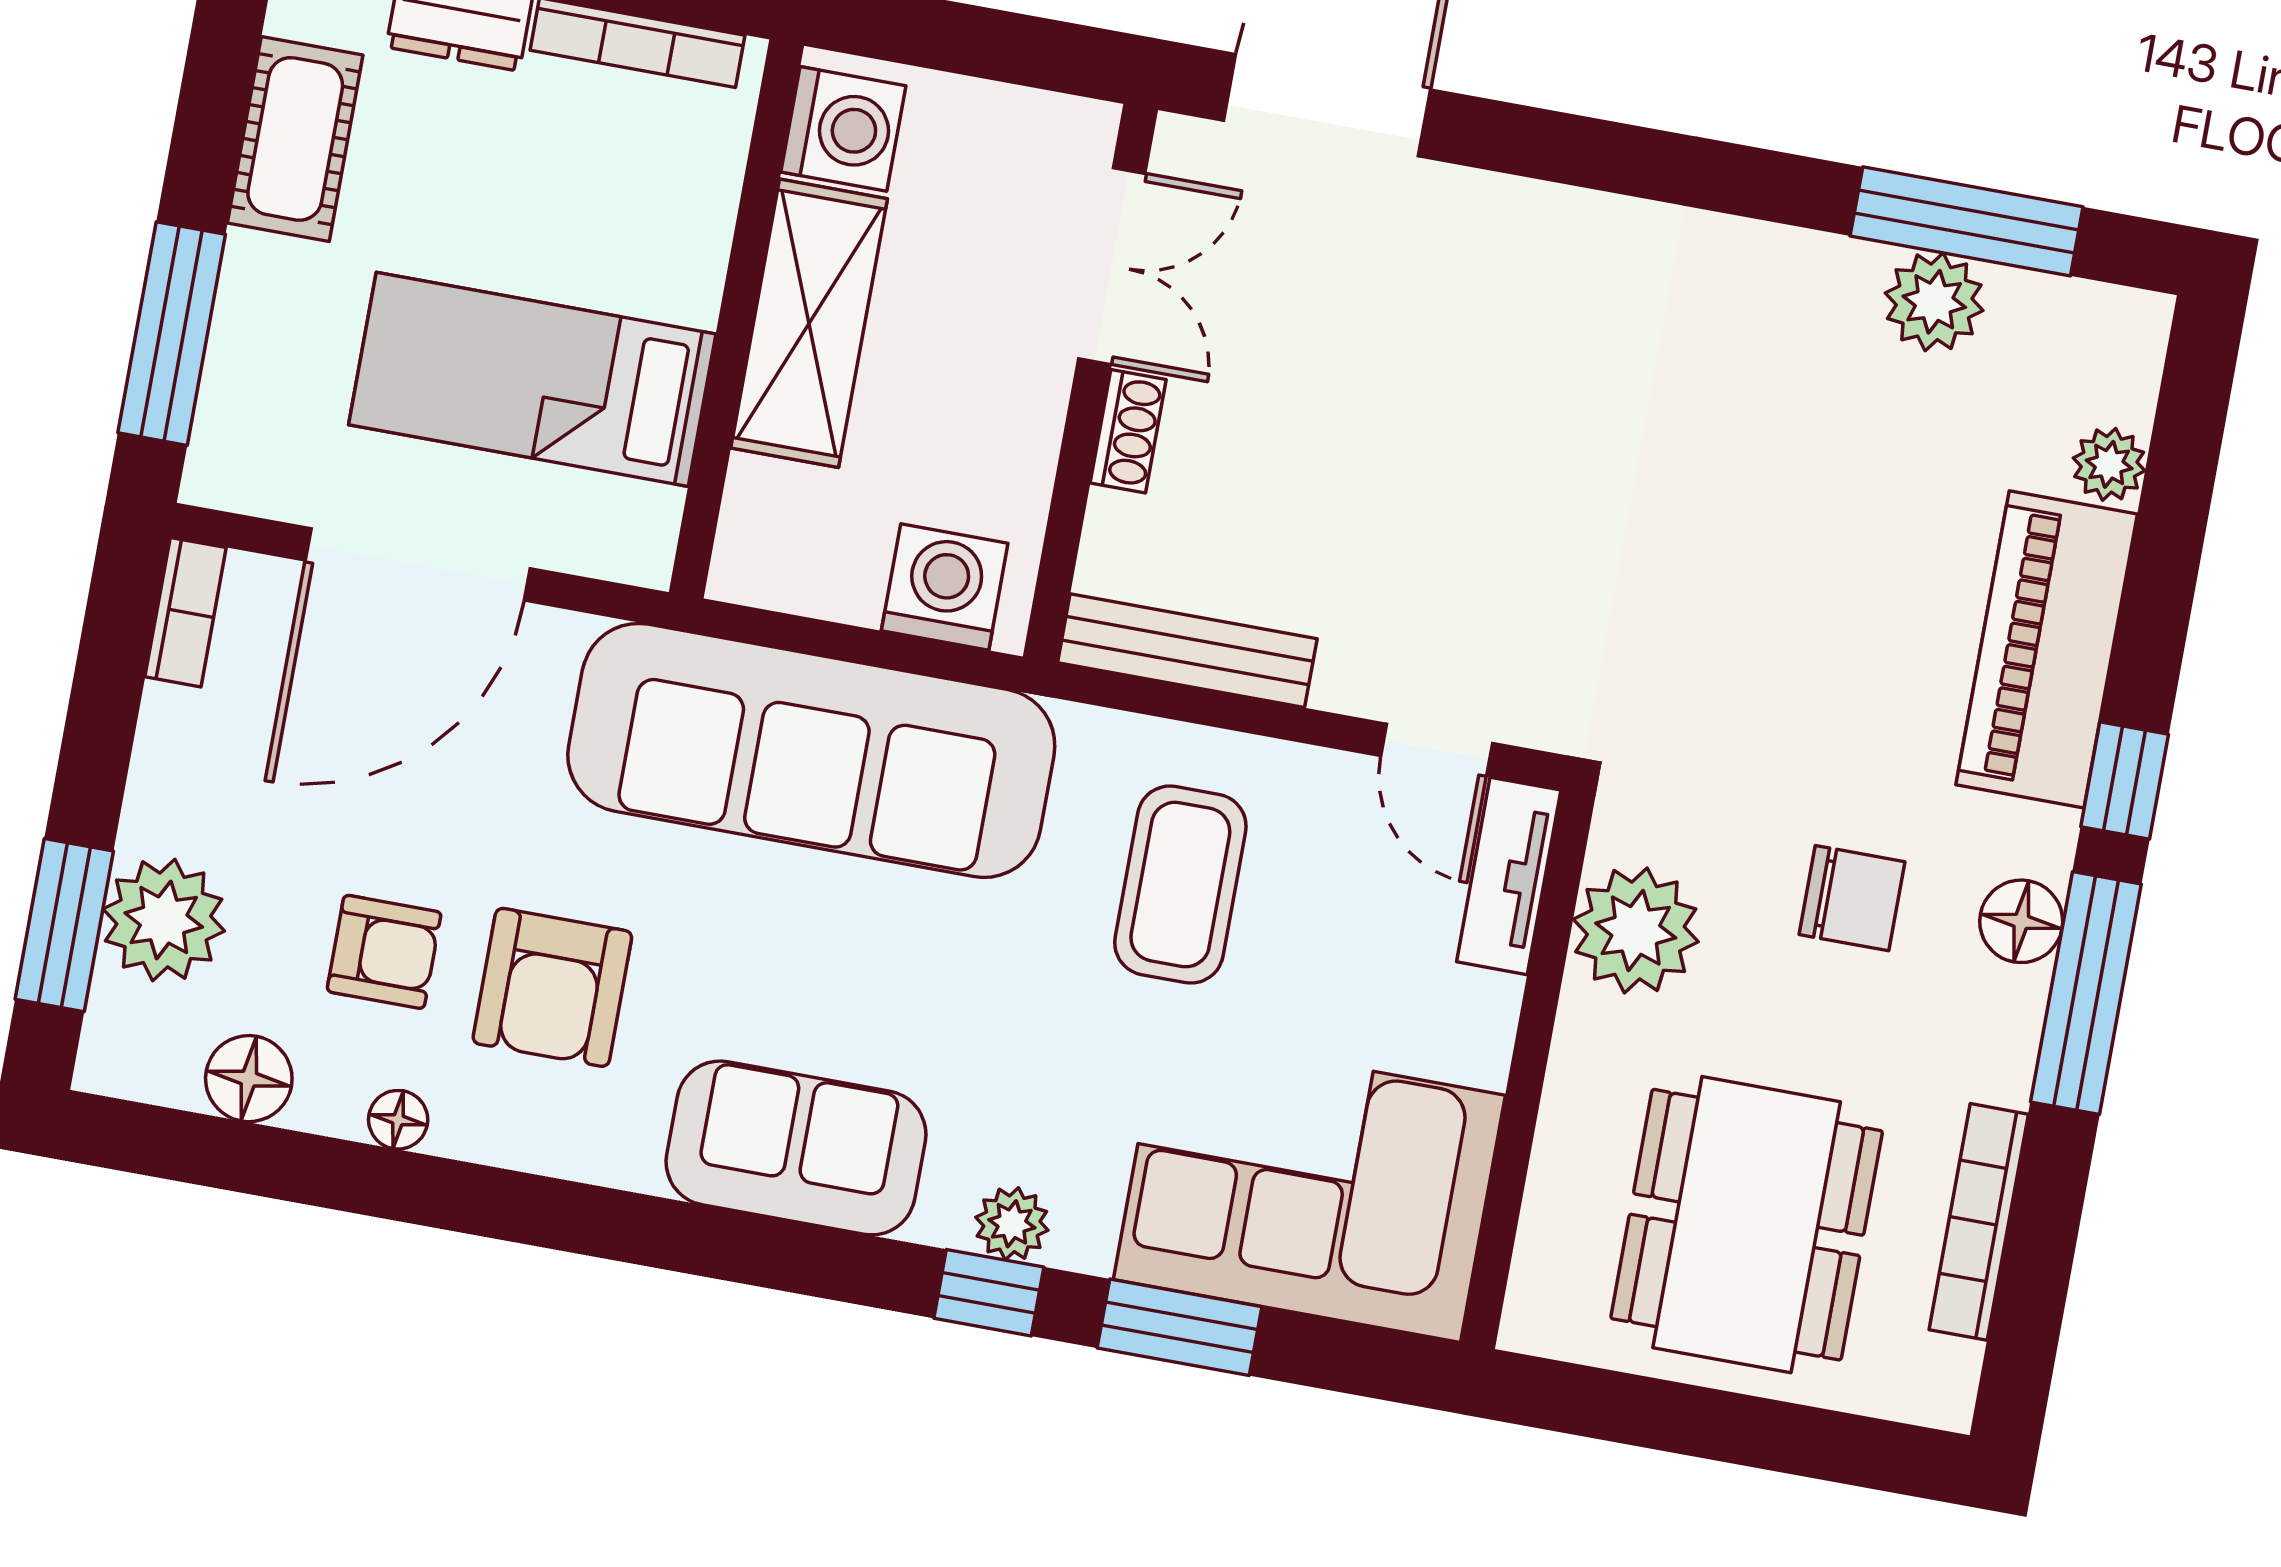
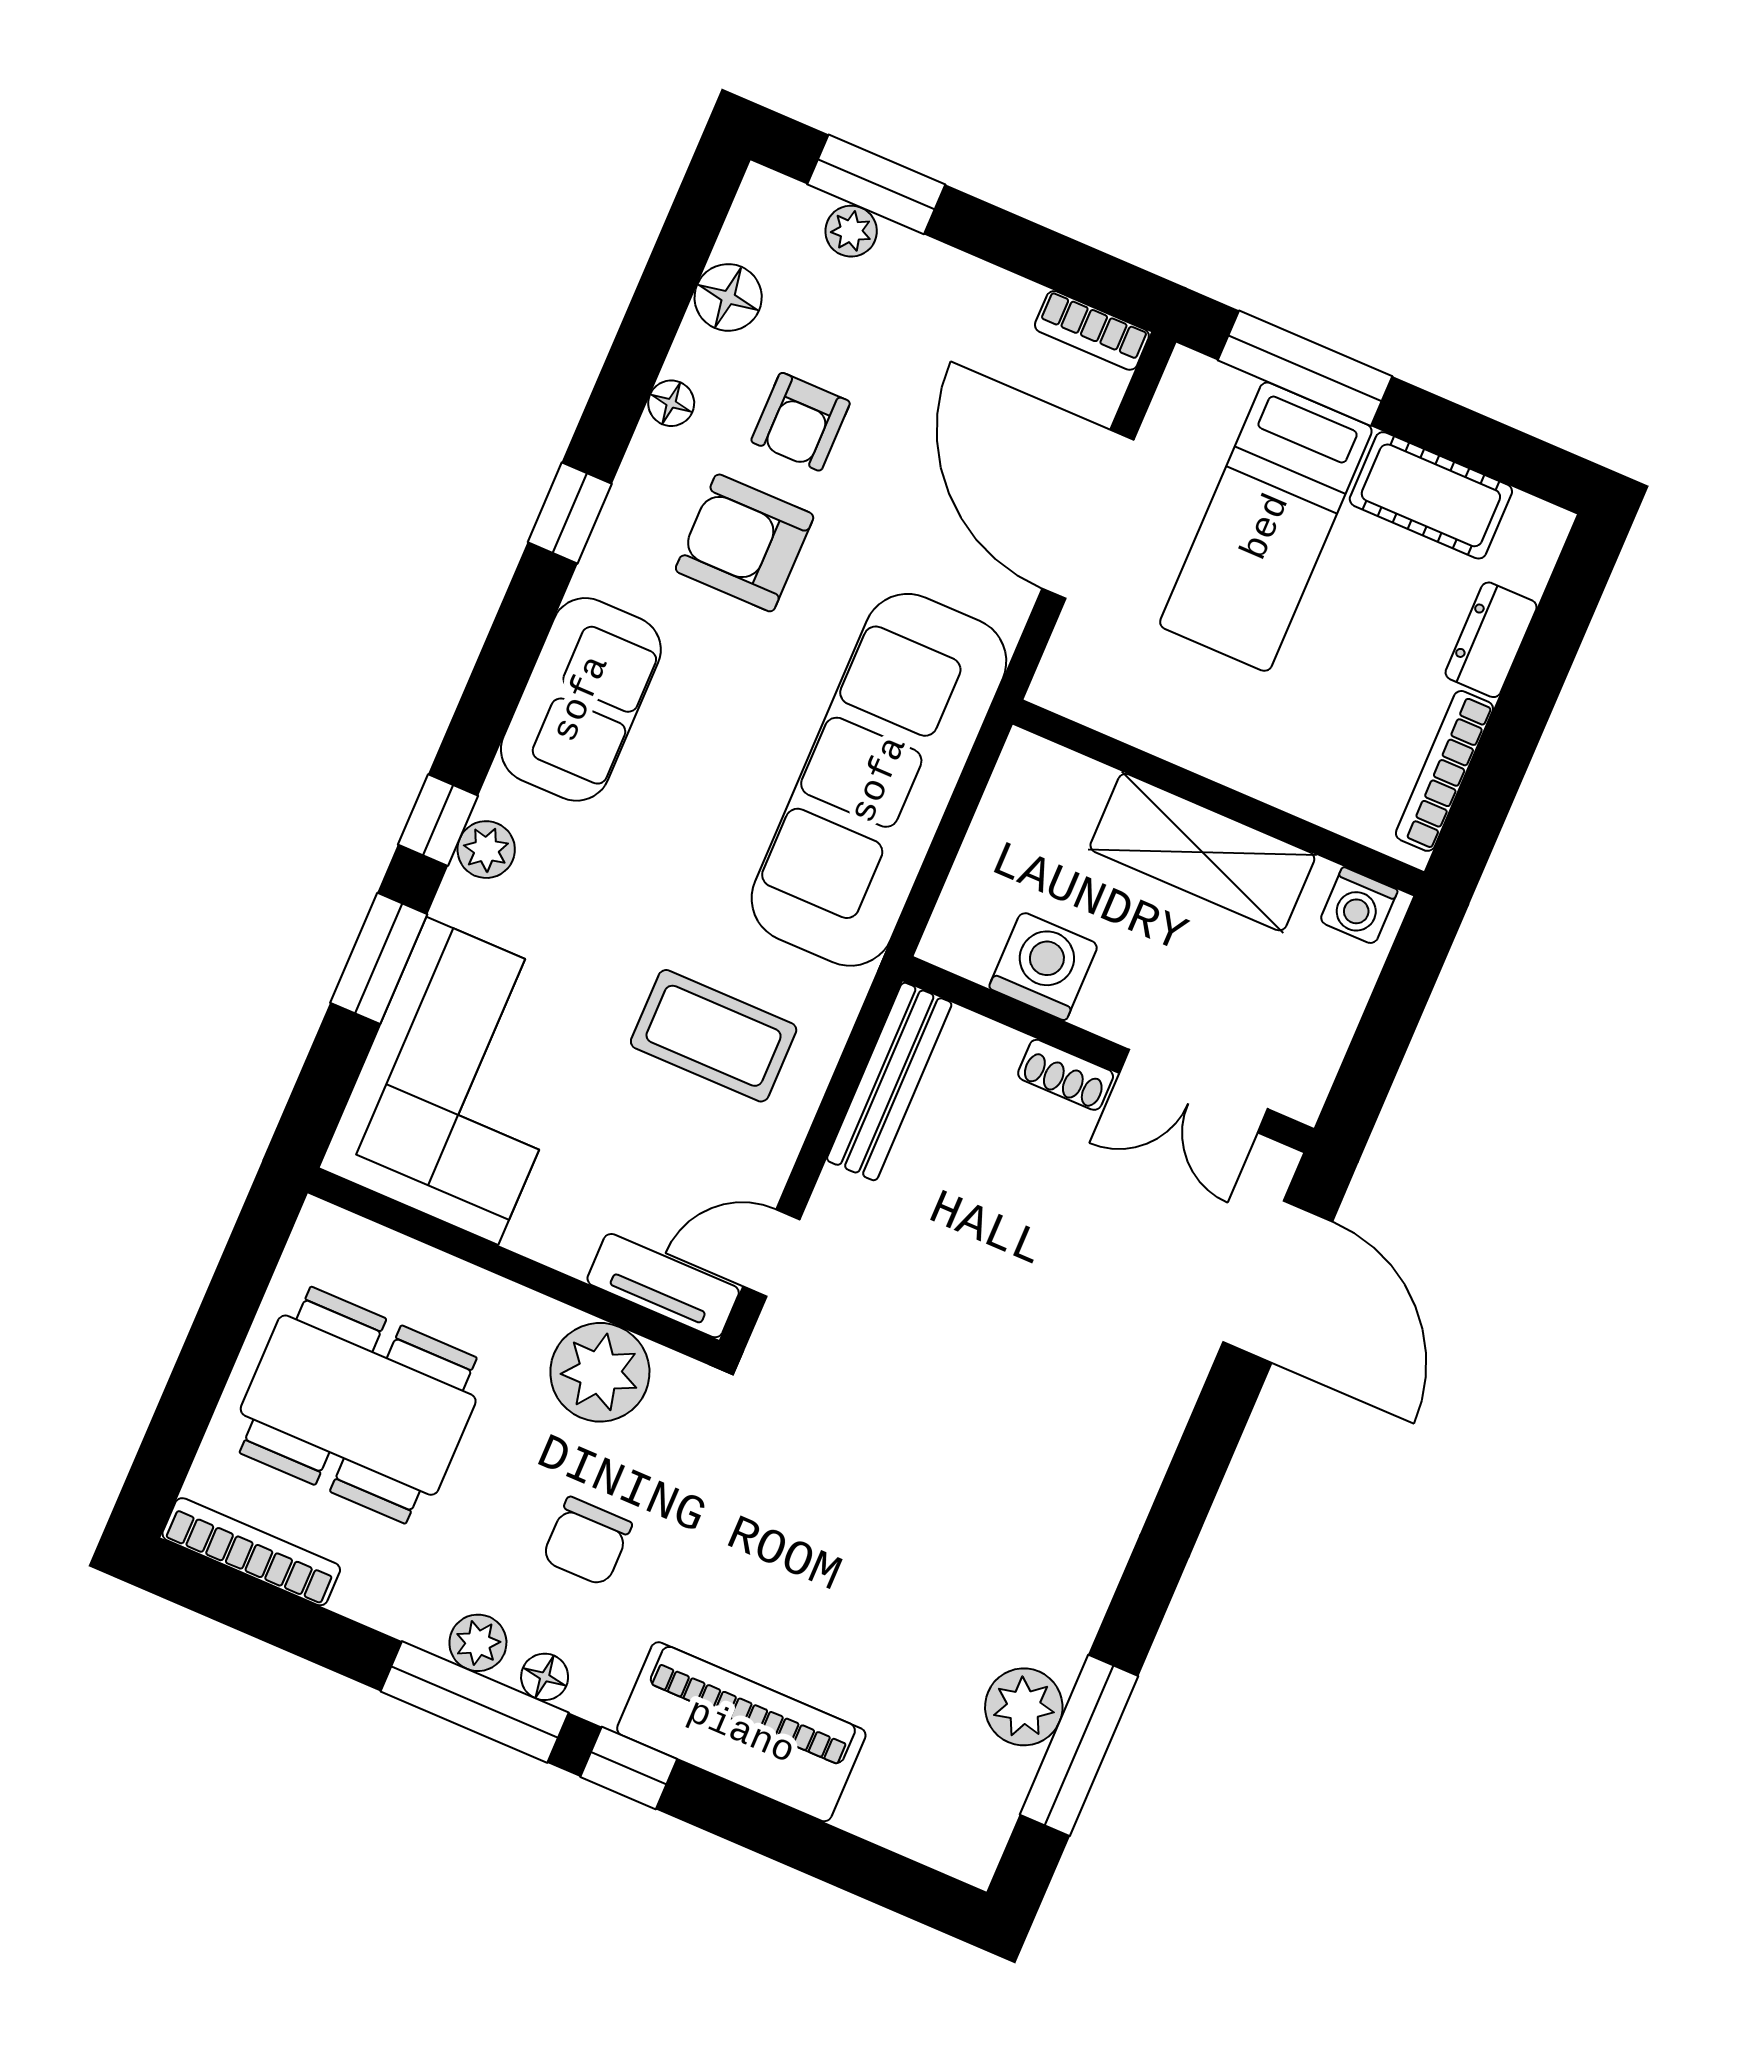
washing machine: (843, 129) -> (1359, 906), width x0.73, depth x0.73
bed: (532, 379) -> (1266, 527), moved, turned 180
plant: (2109, 464) -> (478, 1643), moved
washing machine: (945, 587) -> (1044, 966), moved, turned -90
plant: (164, 920) -> (851, 231), width x0.53, depth x0.53
floor lamp: (2021, 921) -> (545, 1677), width x0.73, depth x0.73
window: (565, 1216) -> (570, 513), added
bookcase: (1979, 1222) -> (251, 1552), moved

